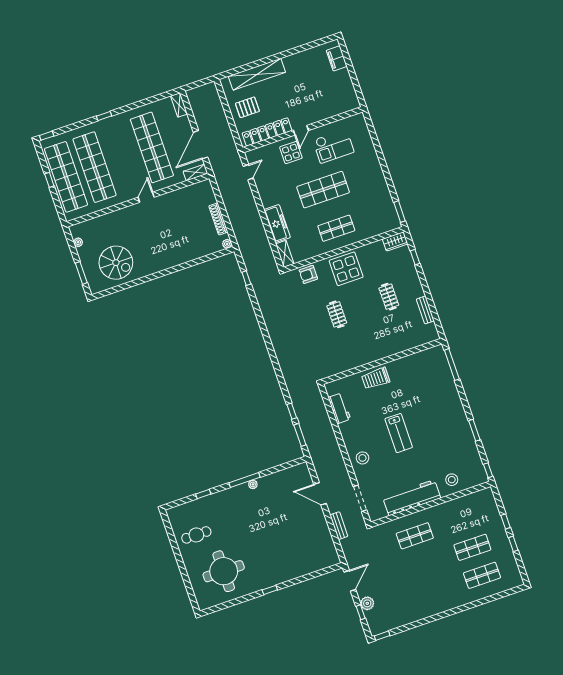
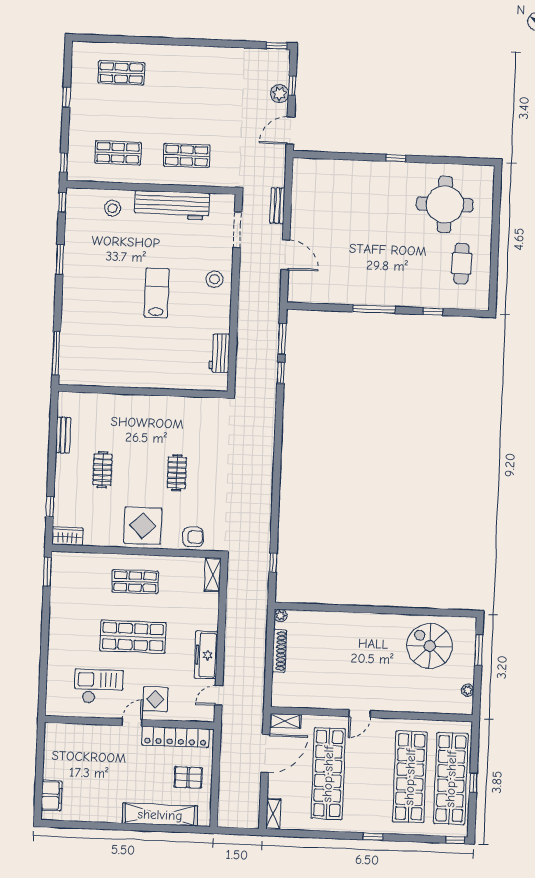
freezer: (277, 224) -> (206, 655), moved
trolley: (376, 378) -> (159, 373), removed
plant: (253, 484) -> (366, 299), removed
window: (506, 521) -> (64, 163), moved
cafe table: (196, 535) -> (462, 263), turned 90
shop shelf: (472, 547) -> (118, 153), moved

